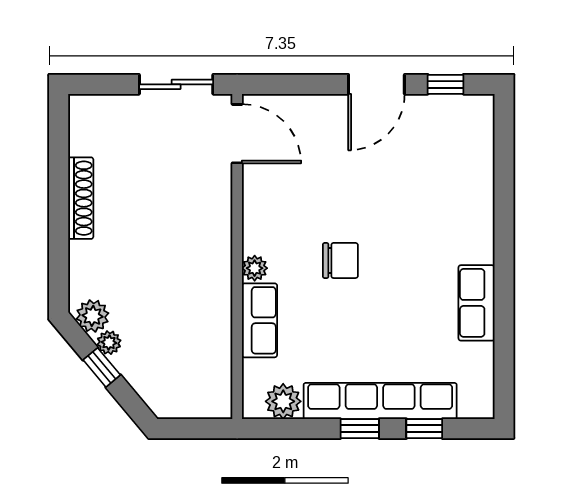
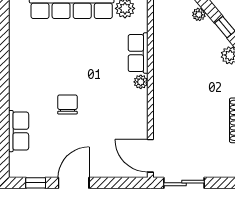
chair: (340, 260) -> (67, 105), moved, turned 90
row of seats: (477, 303) -> (19, 131), moved
plant: (109, 343) -> (199, 14), moved

